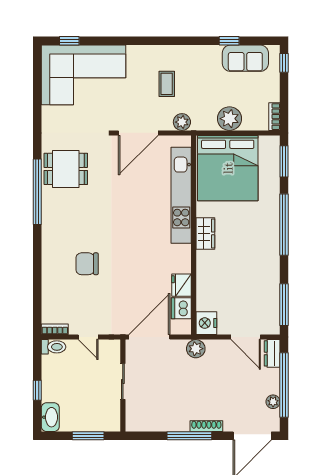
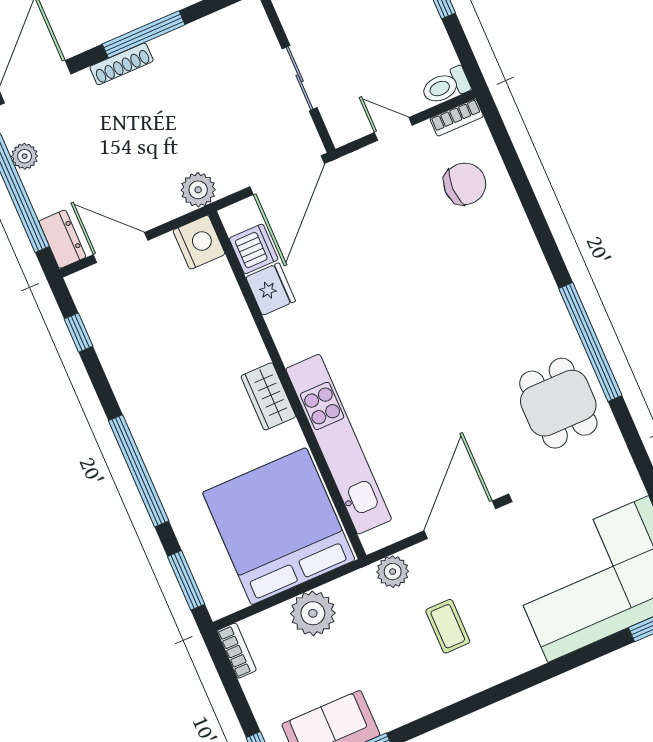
dining table: (66, 169) -> (558, 403), turned 90
chair: (87, 264) -> (465, 184), moved
window: (284, 305) -> (78, 333), width x0.46

